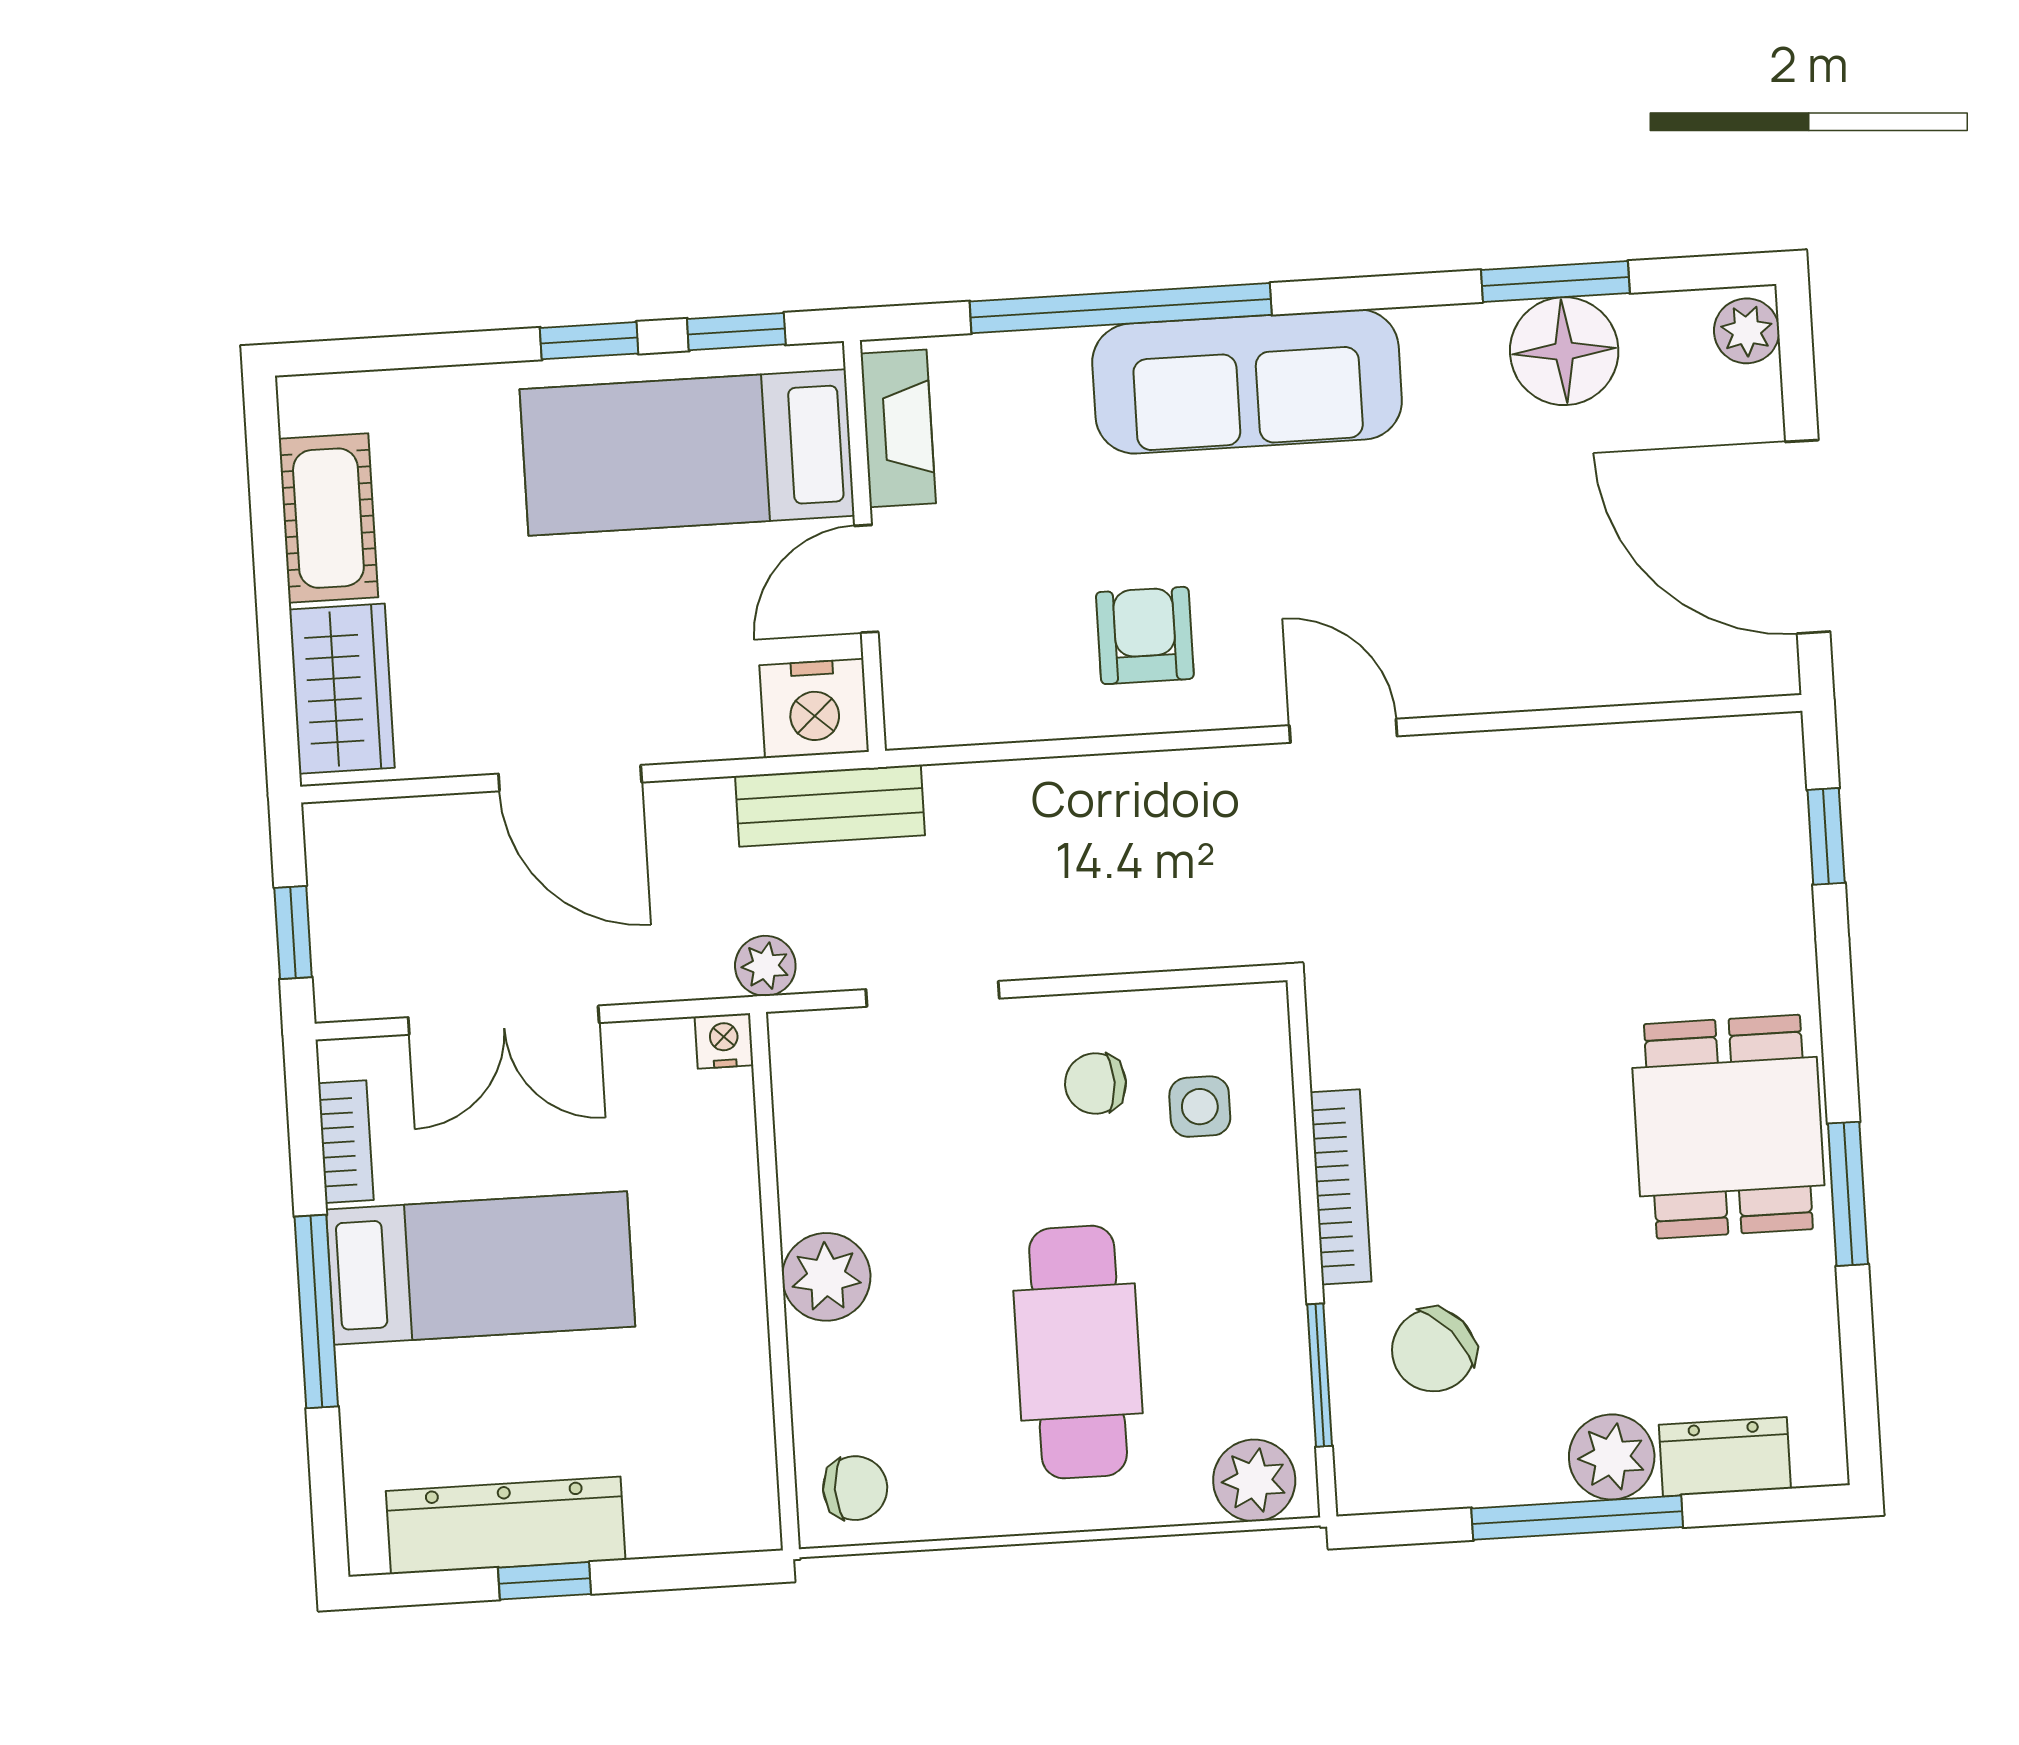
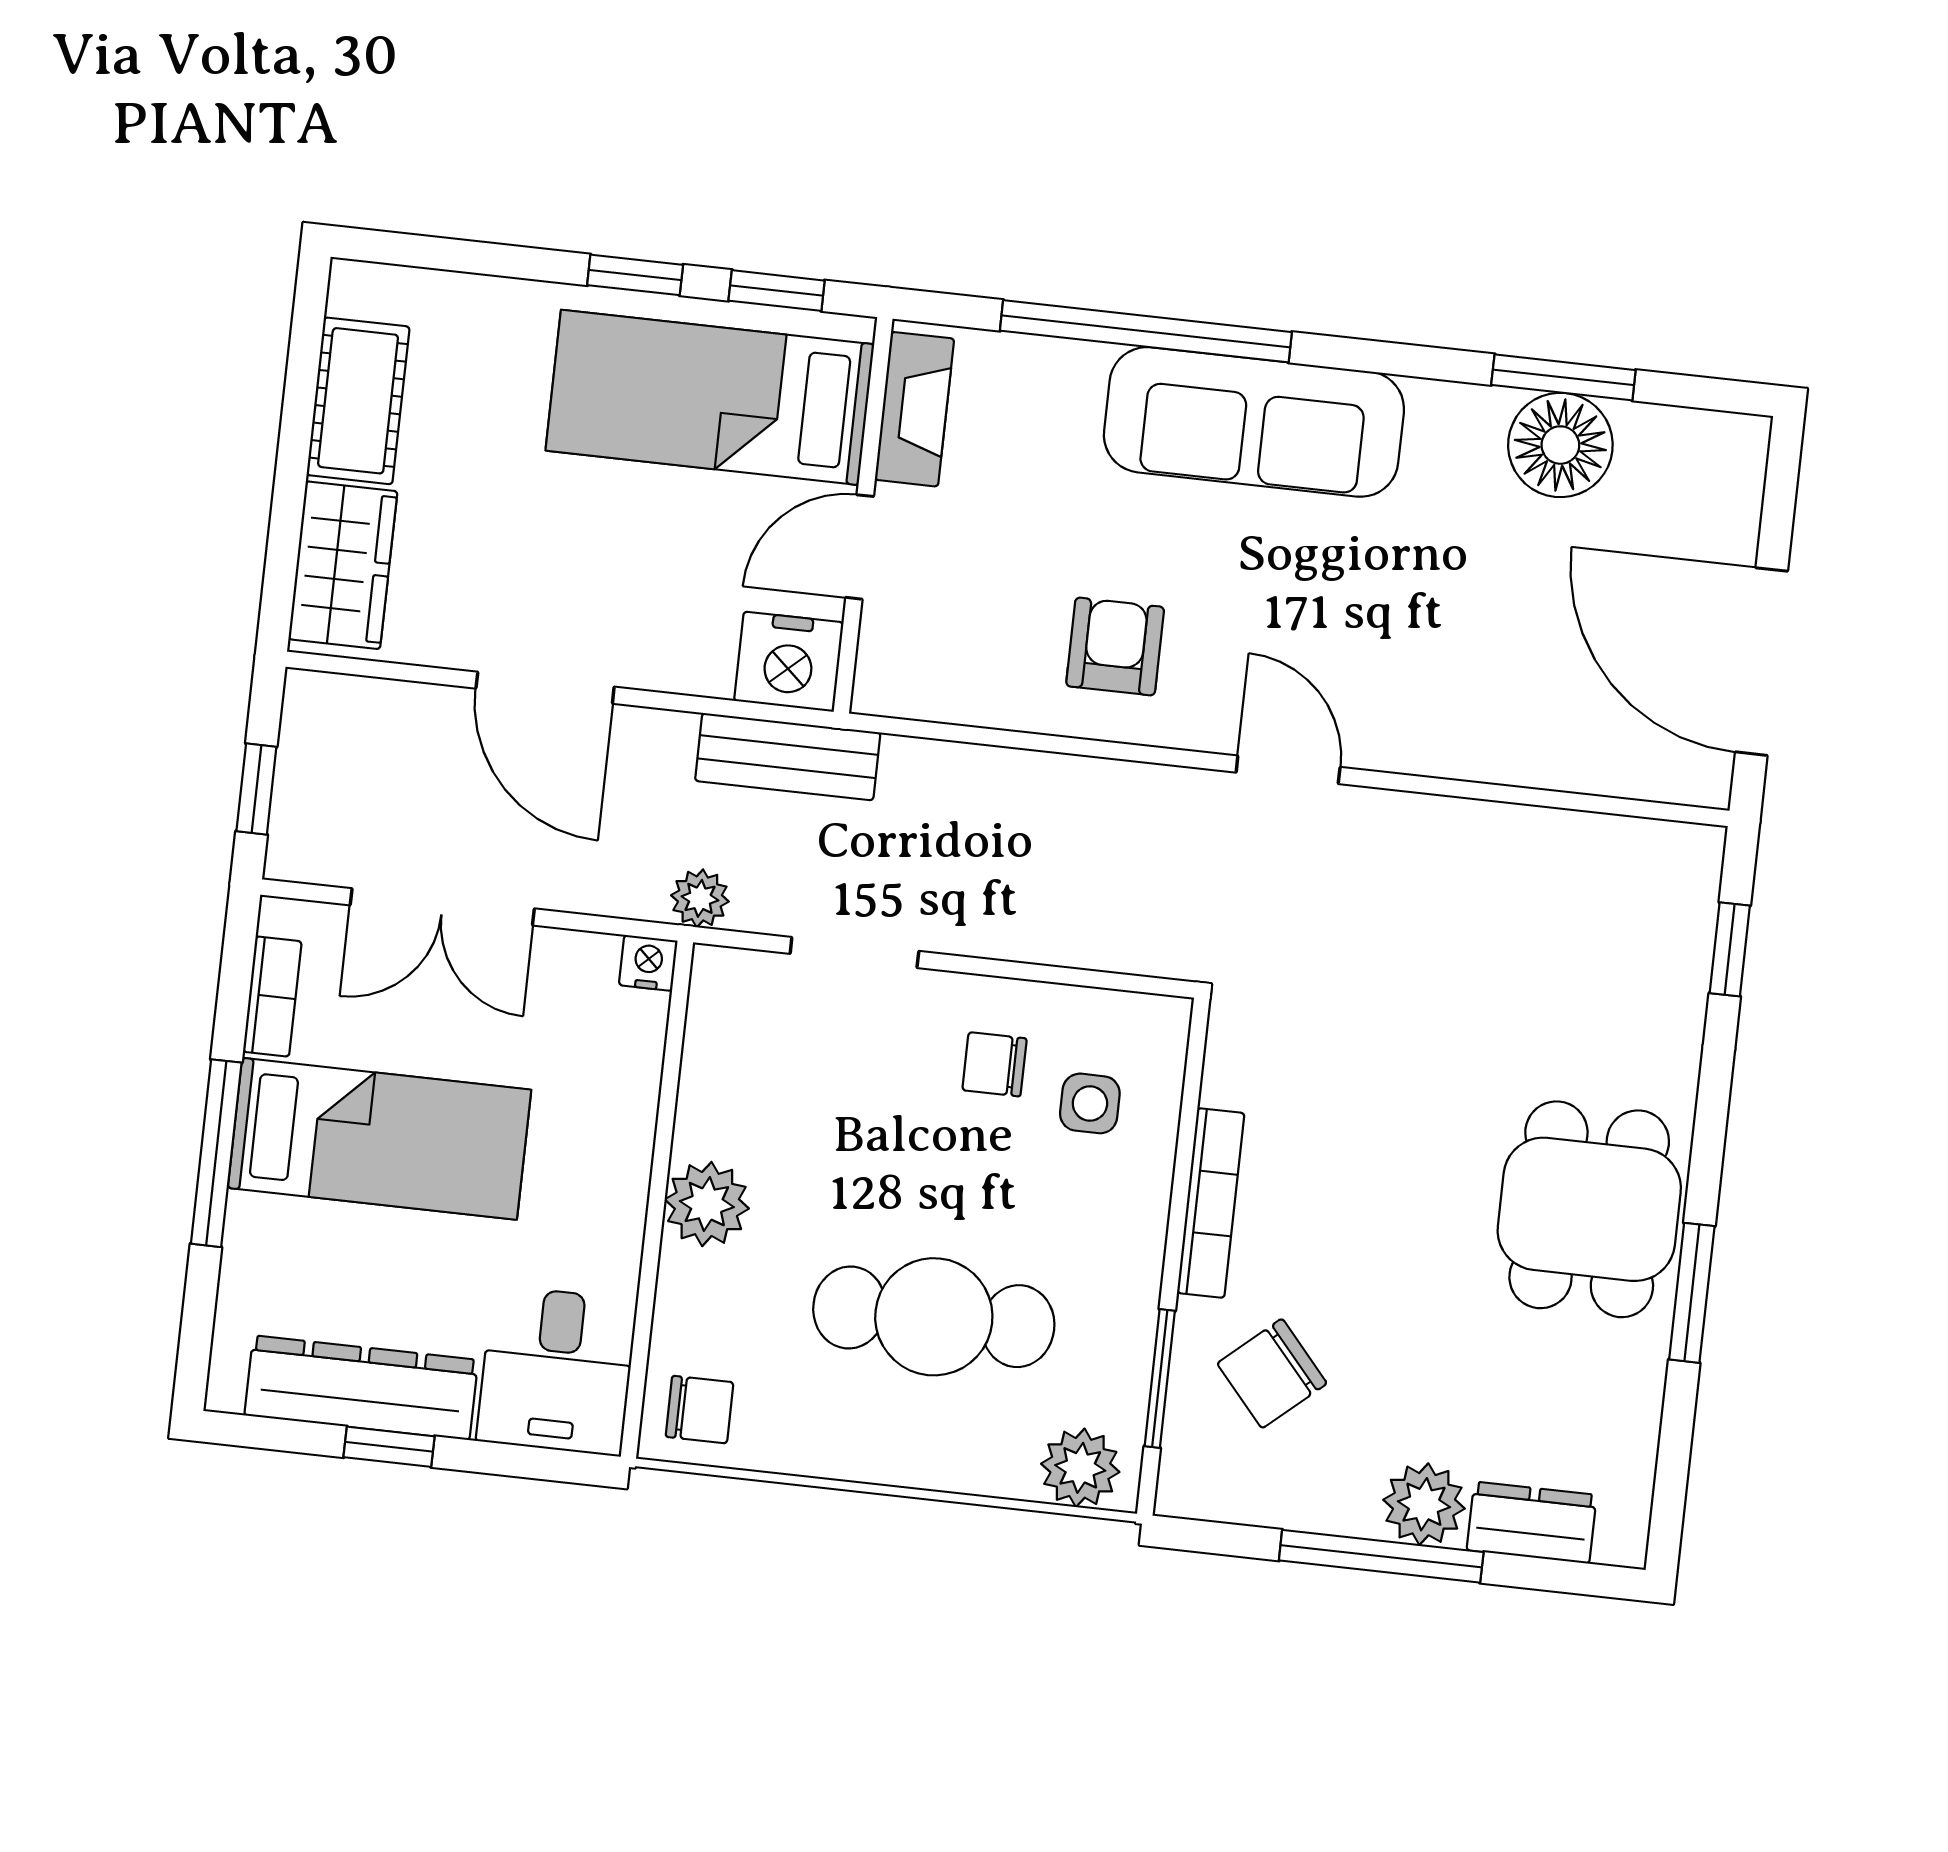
plant: (1747, 331) -> (1737, 456), removed
cafe table: (1078, 1352) -> (934, 1317), turned 90
desk: (702, 1473) -> (557, 1371), added

